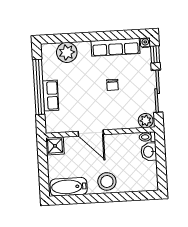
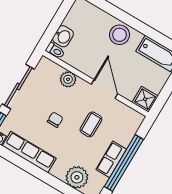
row of seats: (51, 96) -> (111, 159), moved
coffee table: (83, 99) -> (91, 124), added
plant: (146, 121) -> (68, 79), moved

